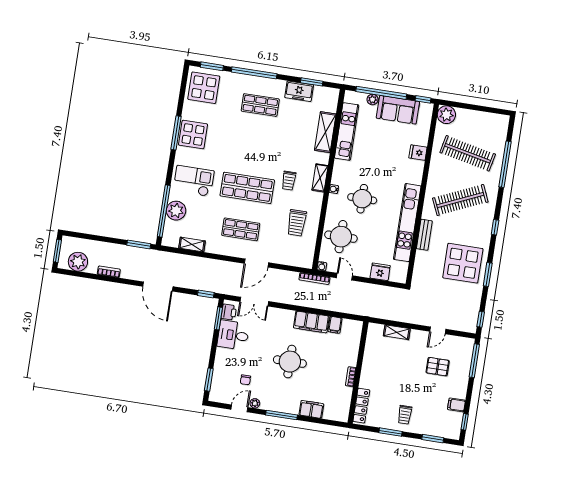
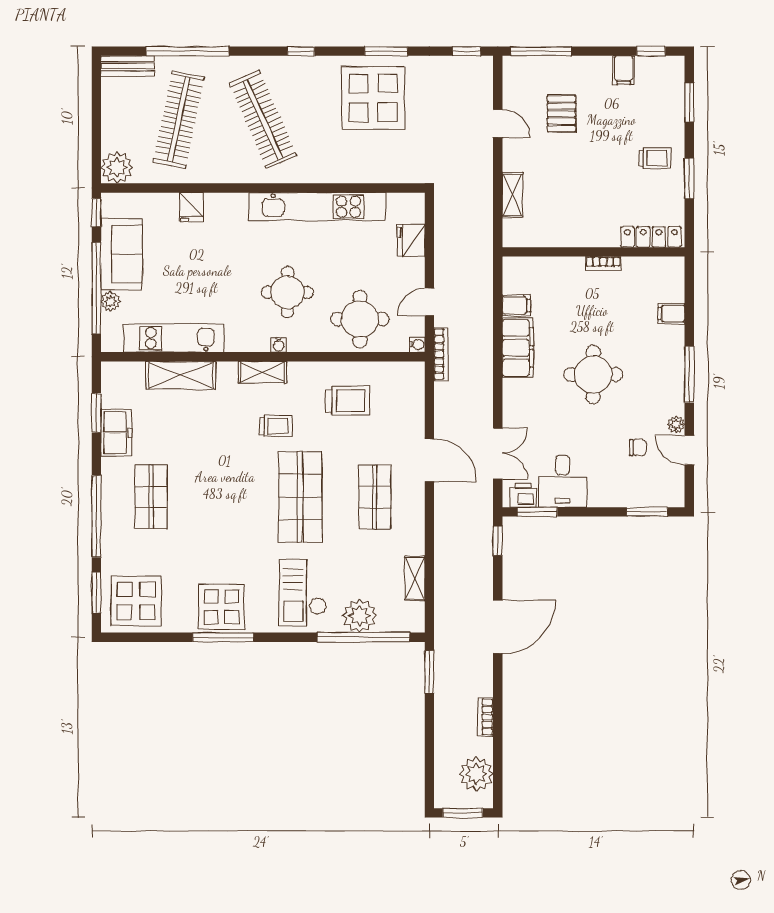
bench: (424, 235) -> (128, 66), moved
filing cabinet: (311, 409) -> (671, 314), width x0.50

